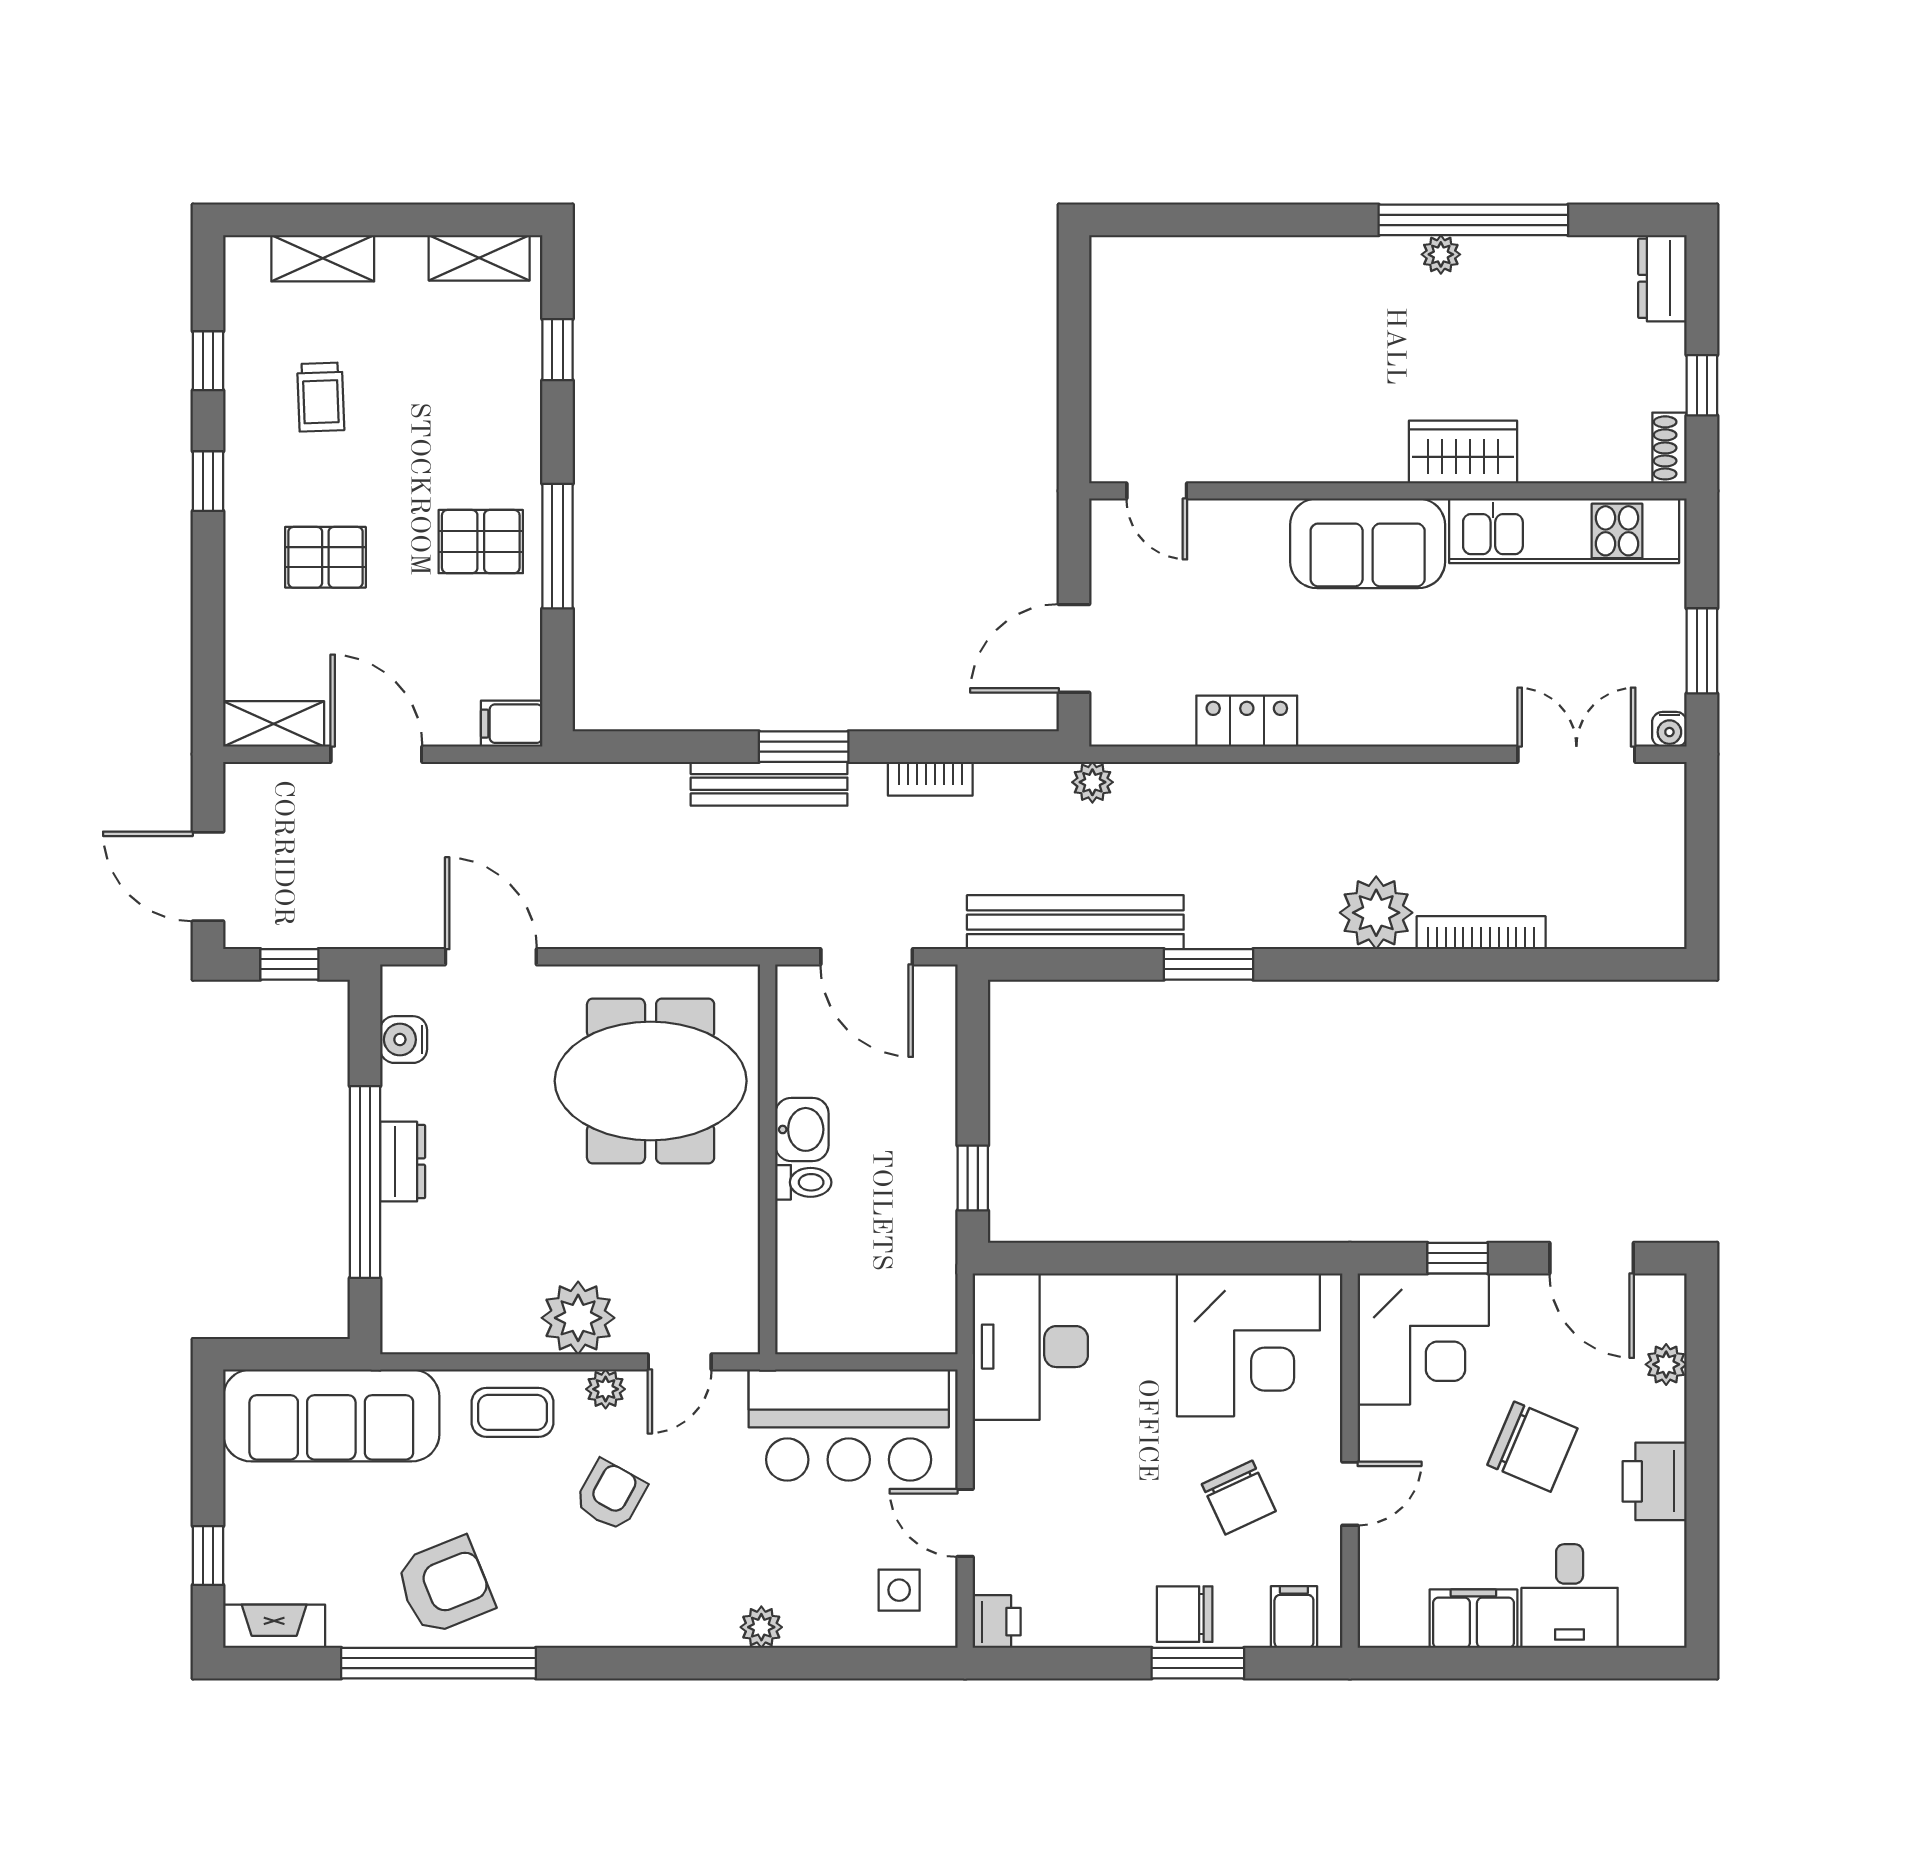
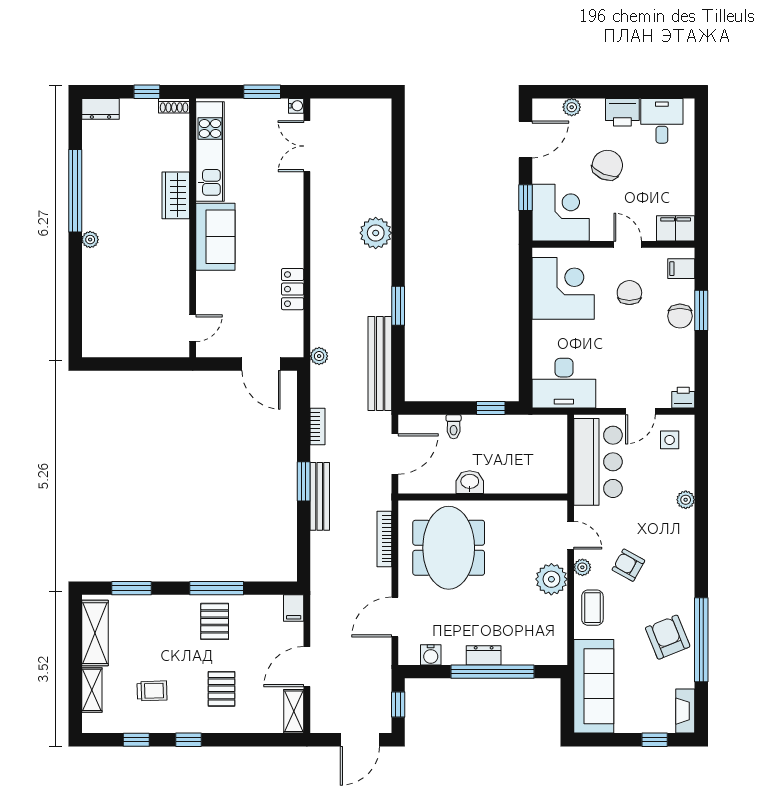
plant: (1441, 254) -> (90, 240), moved
shelving: (479, 258) -> (95, 633), width x1.50, depth x1.33
window: (557, 350) -> (131, 588), width x1.50
bookcase: (1481, 933) -> (384, 539), moved
toilet: (803, 1182) -> (454, 427), moved, turned 180
chair: (1239, 1498) -> (629, 293), turned -65
desk: (1570, 1596) -> (662, 121), moved, turned -90
filing cabinet: (1473, 1619) -> (676, 228), moved, turned 90

